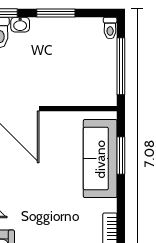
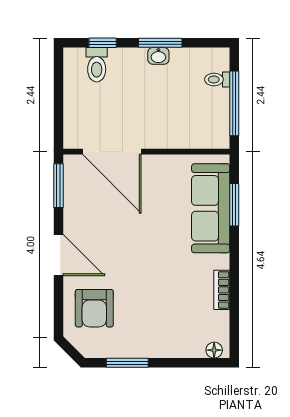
washbasin: (20, 25) -> (158, 56), moved
toilet: (110, 28) -> (217, 79), moved, turned 90

